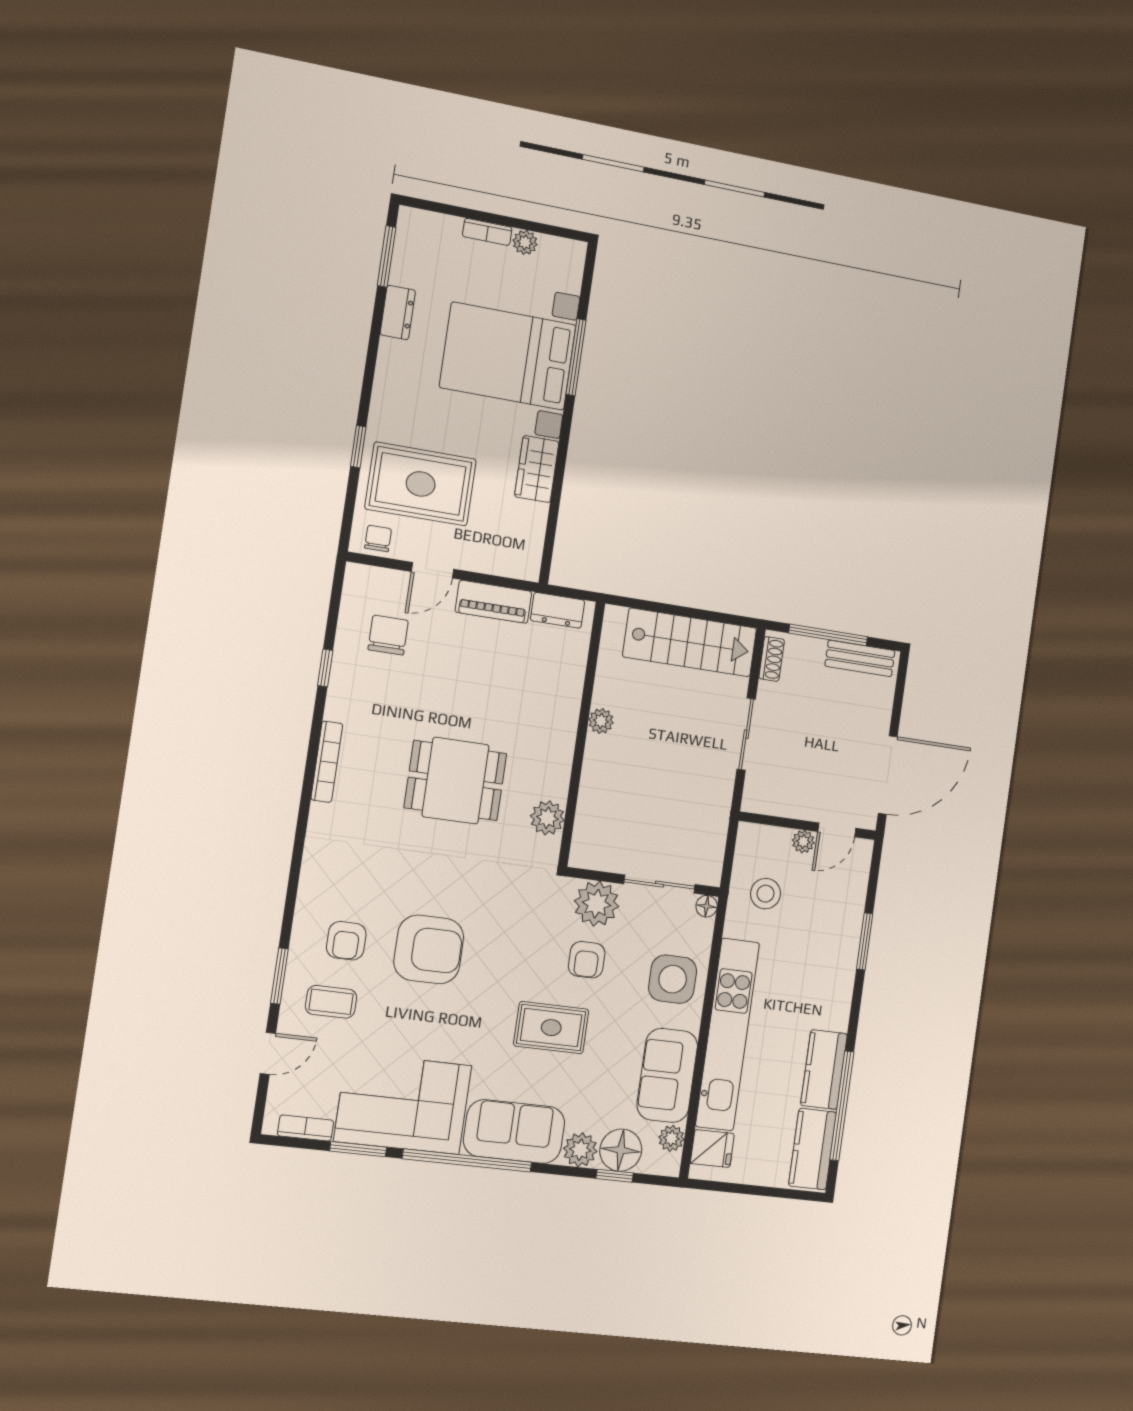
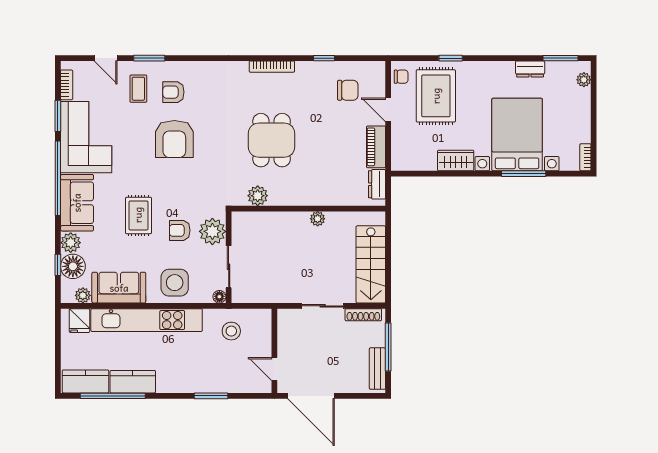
bookcase: (487, 232) -> (585, 157), moved
plant: (525, 242) -> (584, 80), moved
shoe rack: (772, 659) -> (363, 315), width x1.43
plant: (803, 842) -> (265, 350), removed

